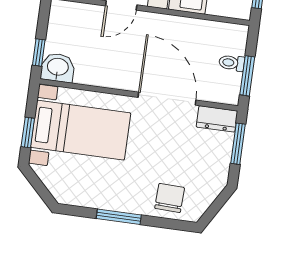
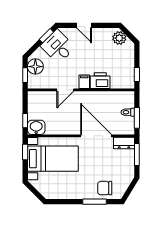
window: (28, 132) -> (25, 152), moved
chair: (170, 198) -> (105, 188), turned -92
window: (119, 217) -> (95, 202), moved

